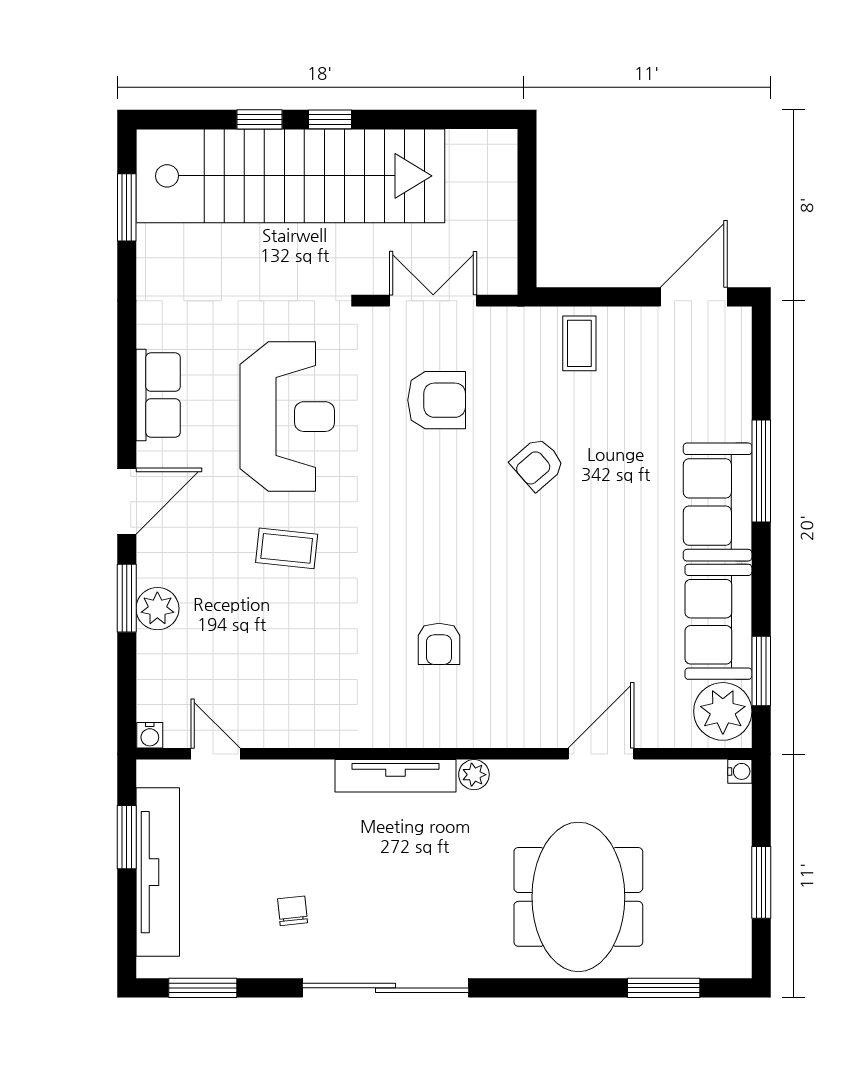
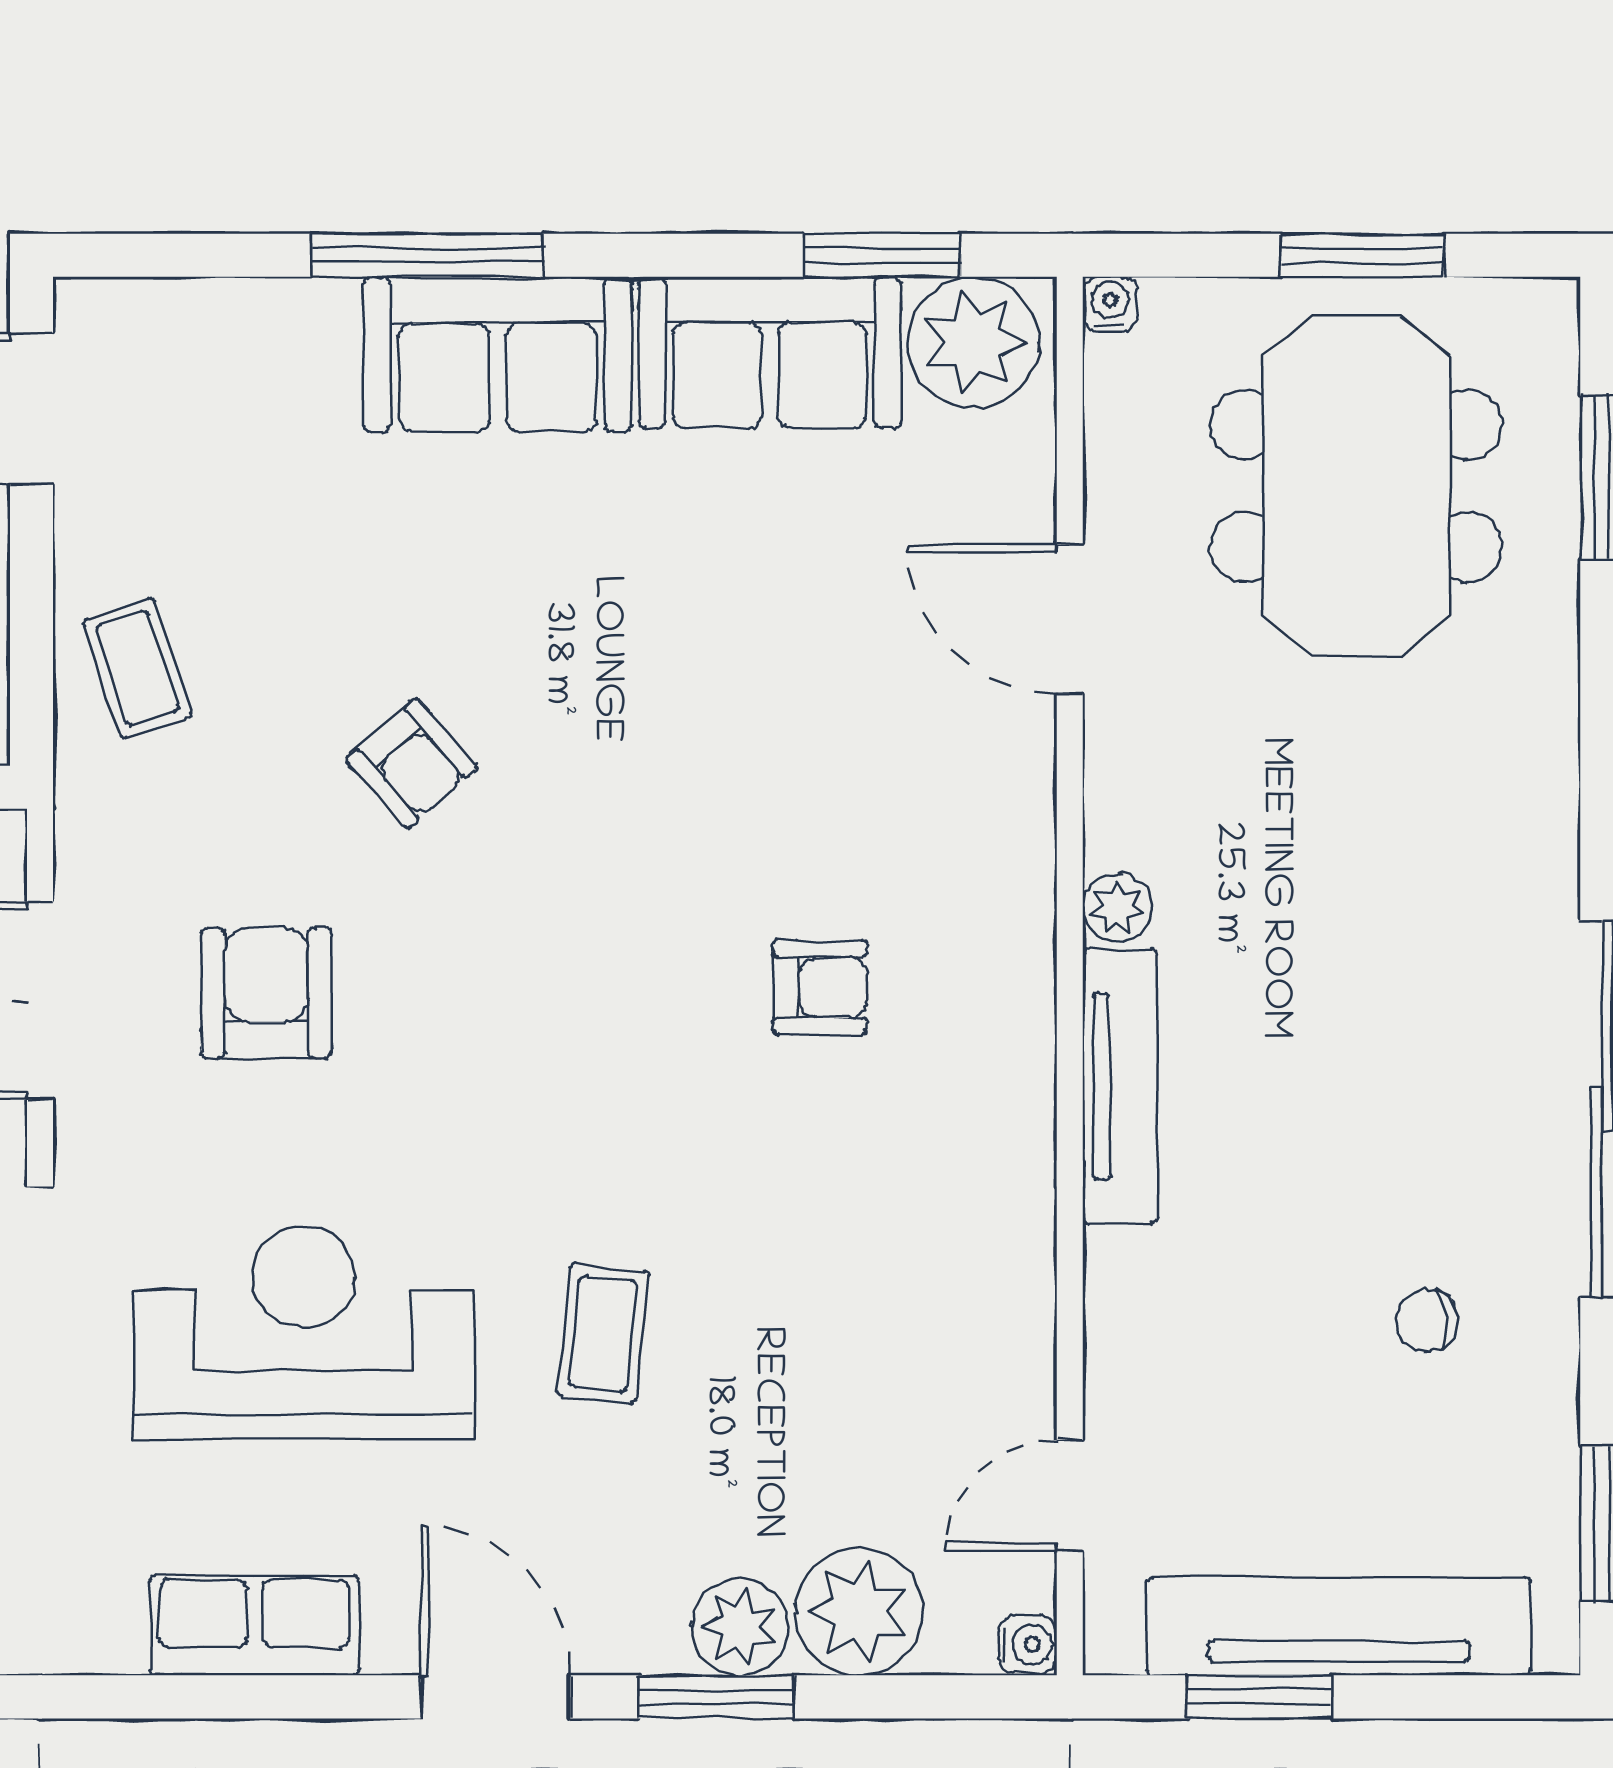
coffee table: (579, 343) -> (137, 668), turned 72
plant: (164, 661) -> (859, 1612), added
meeting table: (578, 897) -> (1356, 486), moved, turned 90

